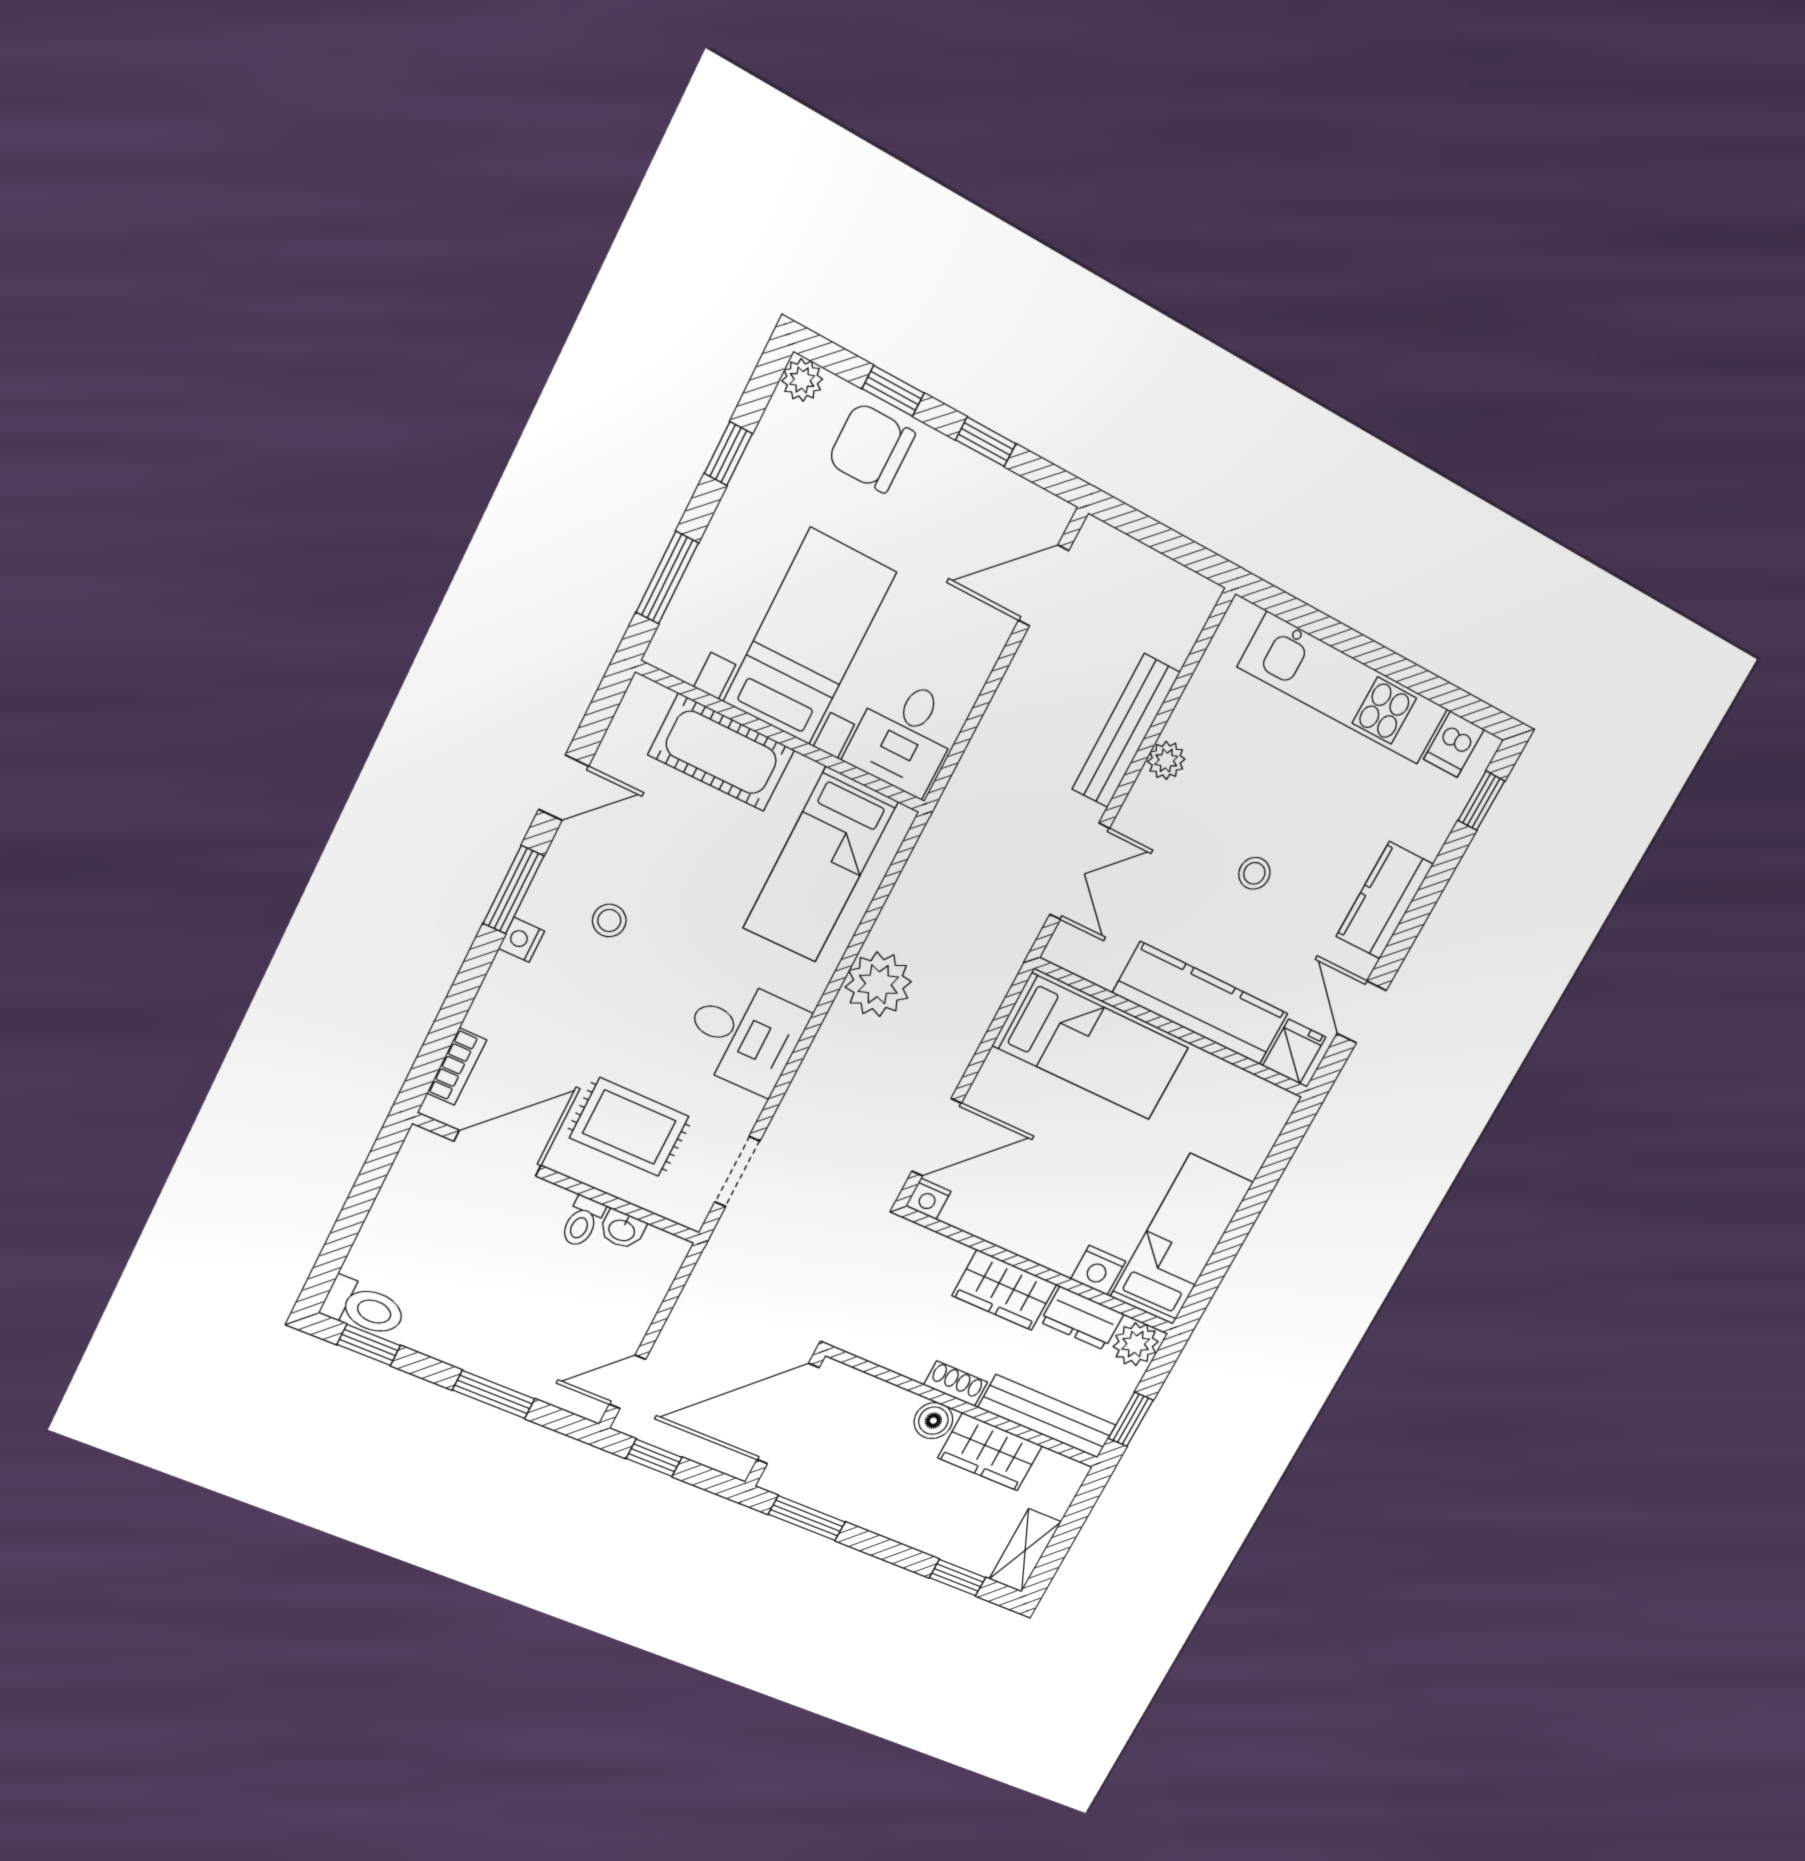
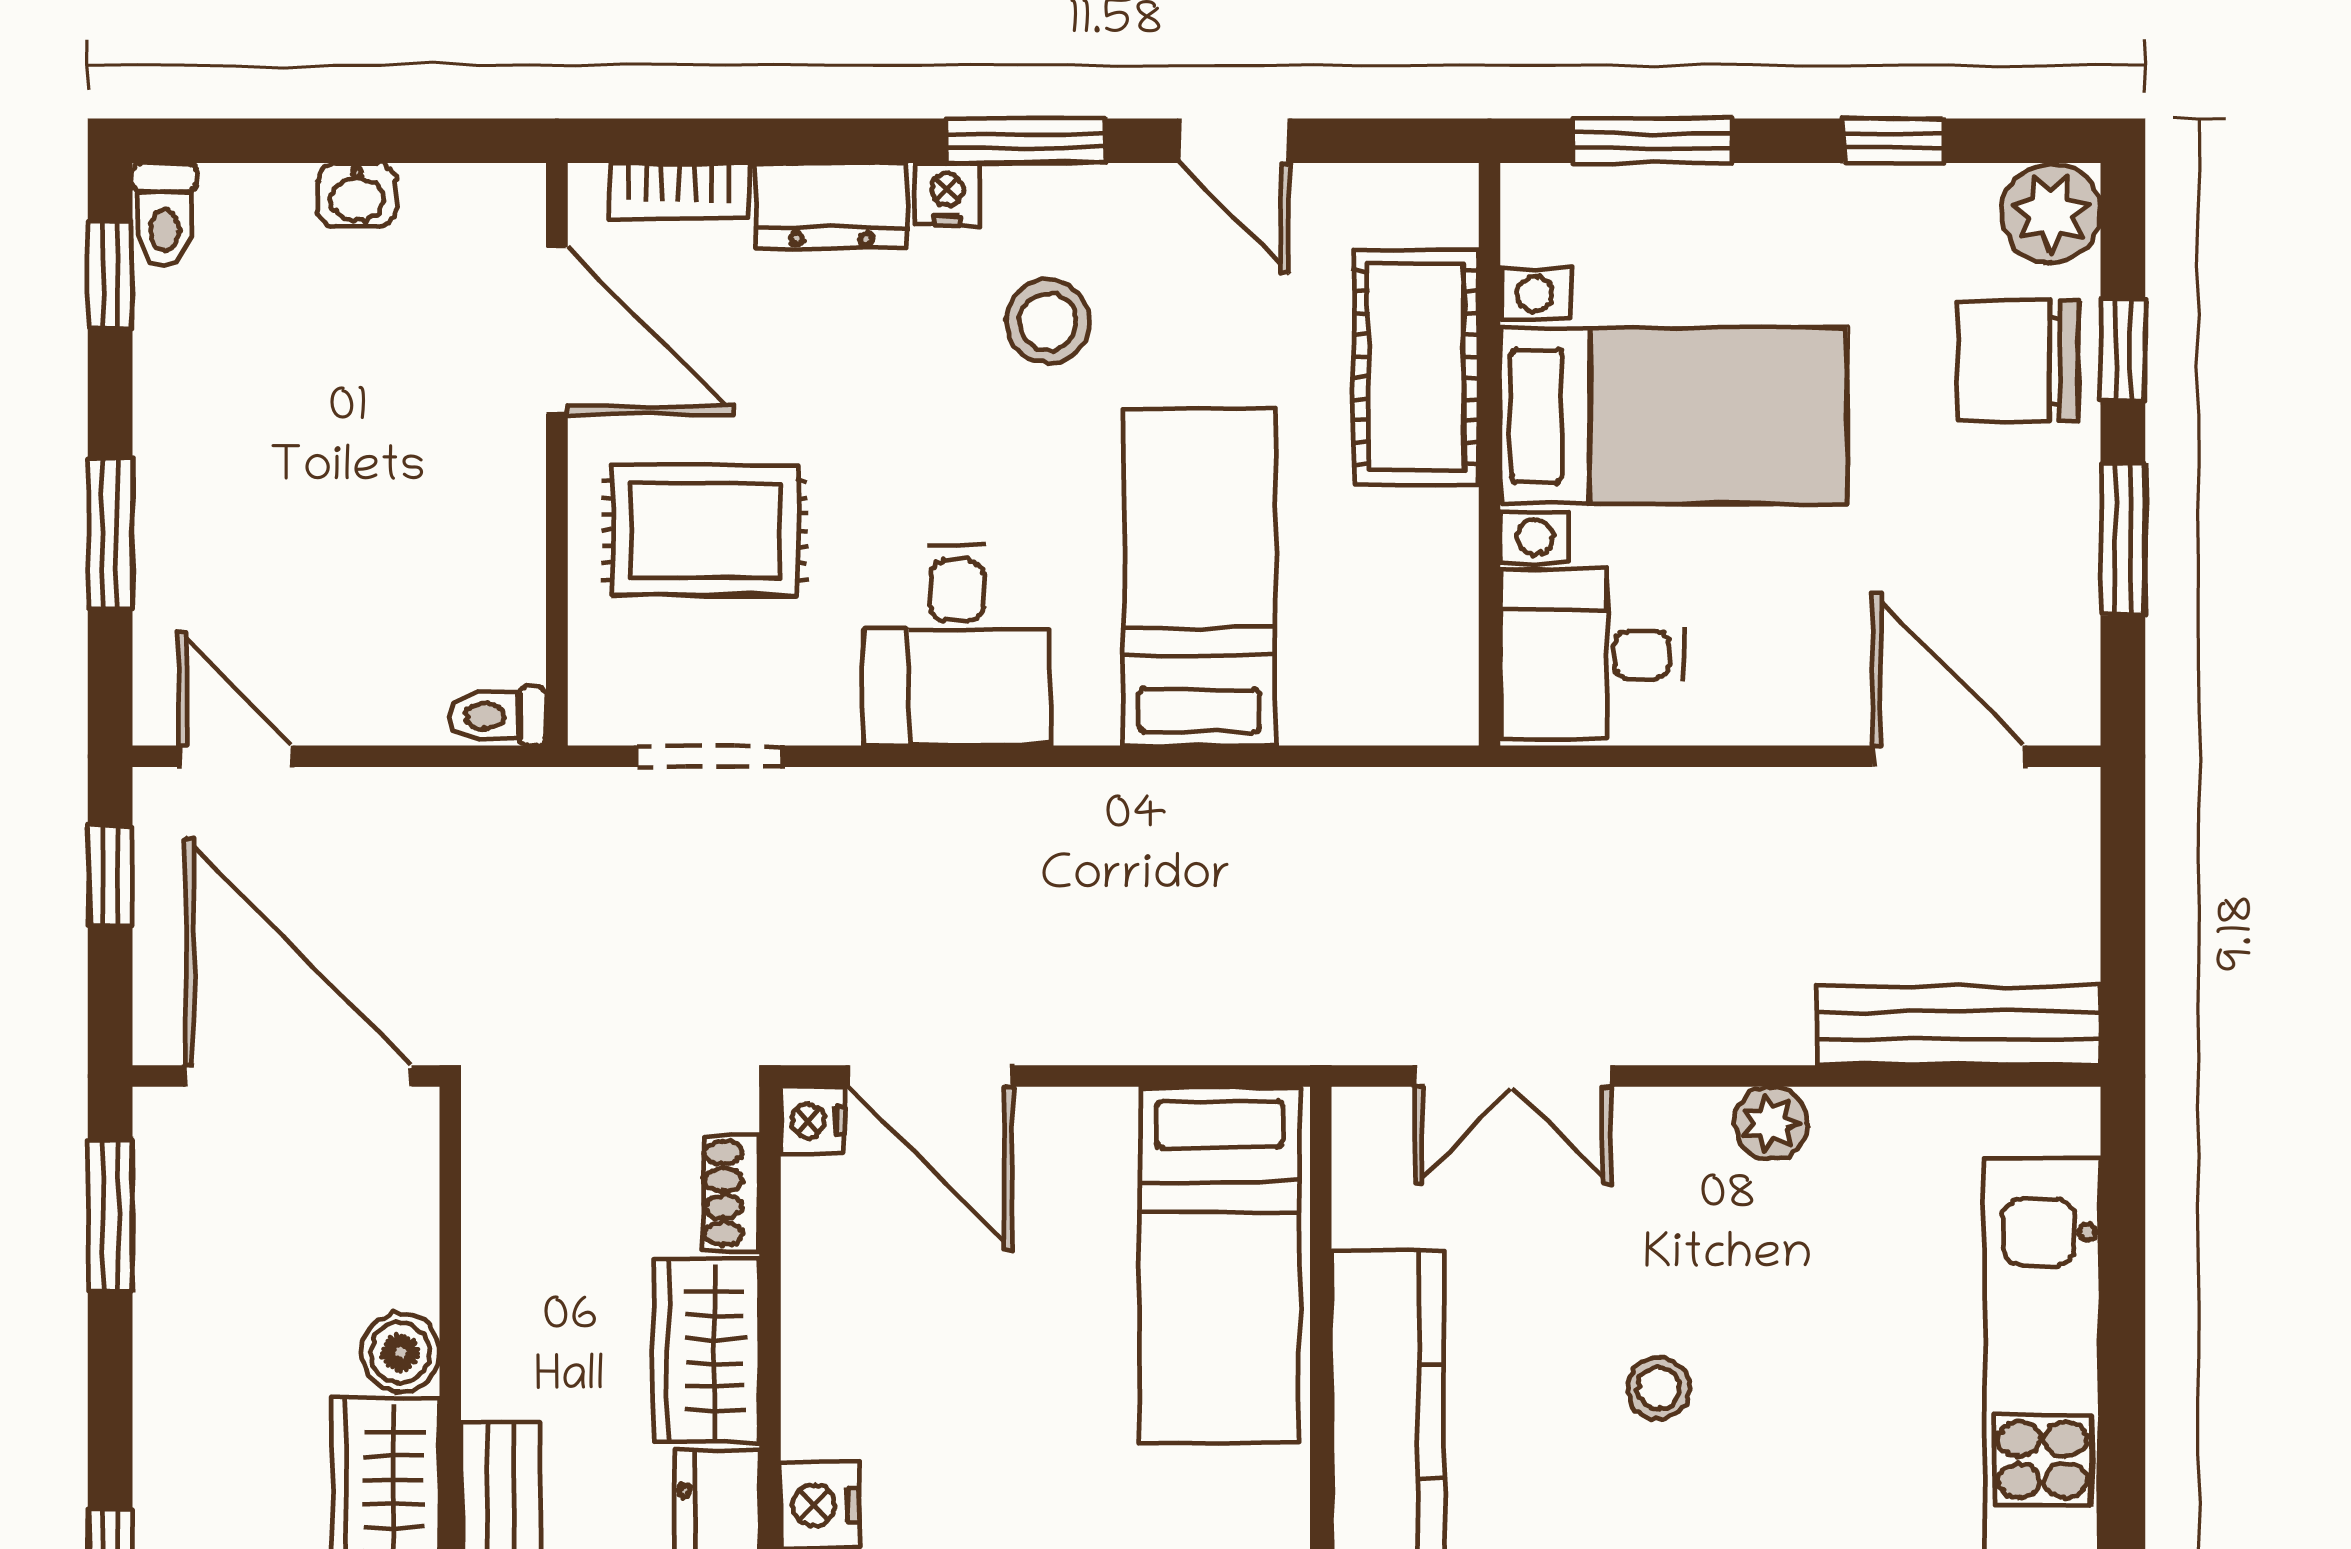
plant: (802, 380) -> (2051, 213), width x1.38, depth x1.38
window: (986, 442) -> (2123, 540), width x1.50
chair: (871, 448) -> (2019, 361), turned -90
bench: (1126, 731) -> (1959, 1026), moved
bed: (821, 865) -> (1199, 577), moved, turned 90
stool: (609, 921) -> (1048, 322), width x1.37, depth x1.37
plant: (878, 984) -> (1153, 831), removed
dresser: (500, 998) -> (831, 206), added
rug: (629, 1127) -> (705, 530), turned 90
toilet: (582, 1222) -> (498, 716), moved
washbasin: (622, 1230) -> (357, 195), moved, turned -90
toilet: (364, 1308) -> (164, 215), width x0.73, depth x0.72
shoe rack: (956, 1384) -> (731, 1193), moved, turned 180

